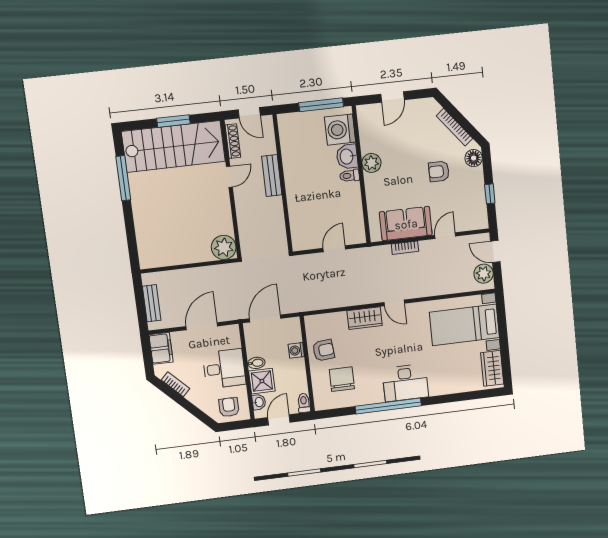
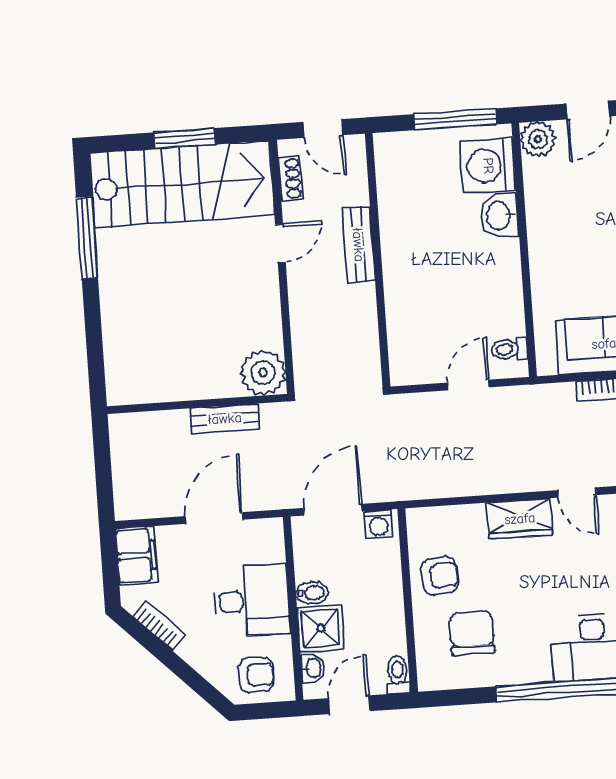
shoe rack: (233, 141) -> (290, 179), width x0.70
plant: (371, 163) -> (538, 139), moved
toilet: (350, 176) -> (509, 349), moved
bench: (152, 303) -> (225, 419), moved, turned 90
washing machine: (296, 350) -> (379, 524), moved, turned -90
armchair: (229, 407) -> (256, 675), turned 90

